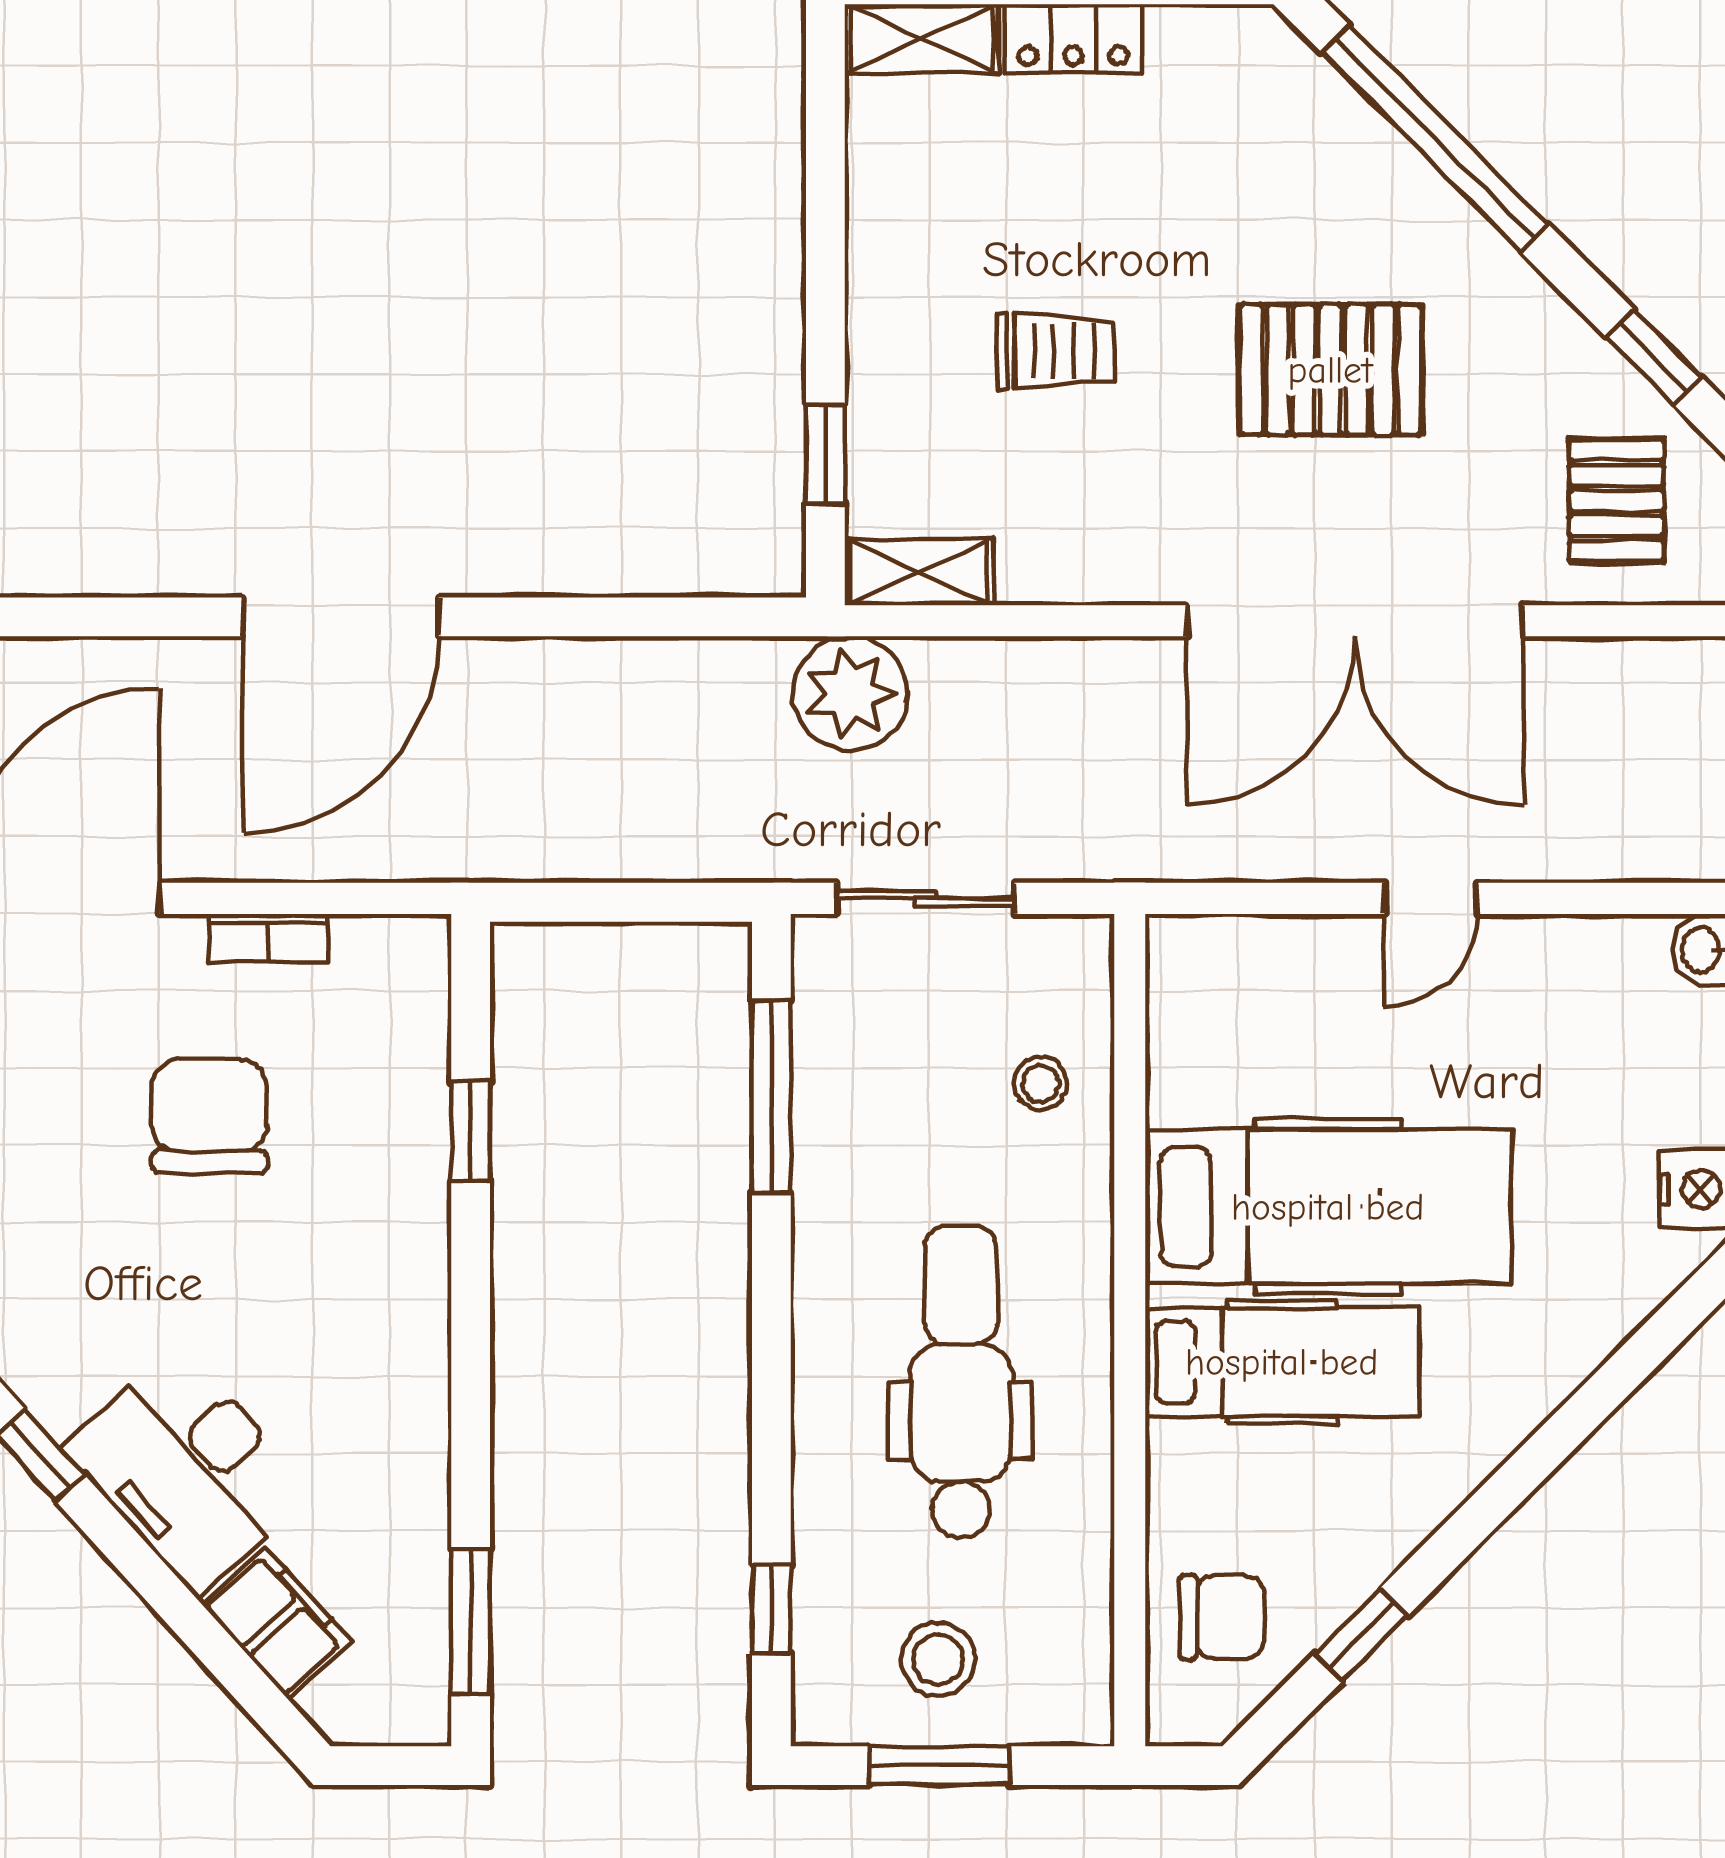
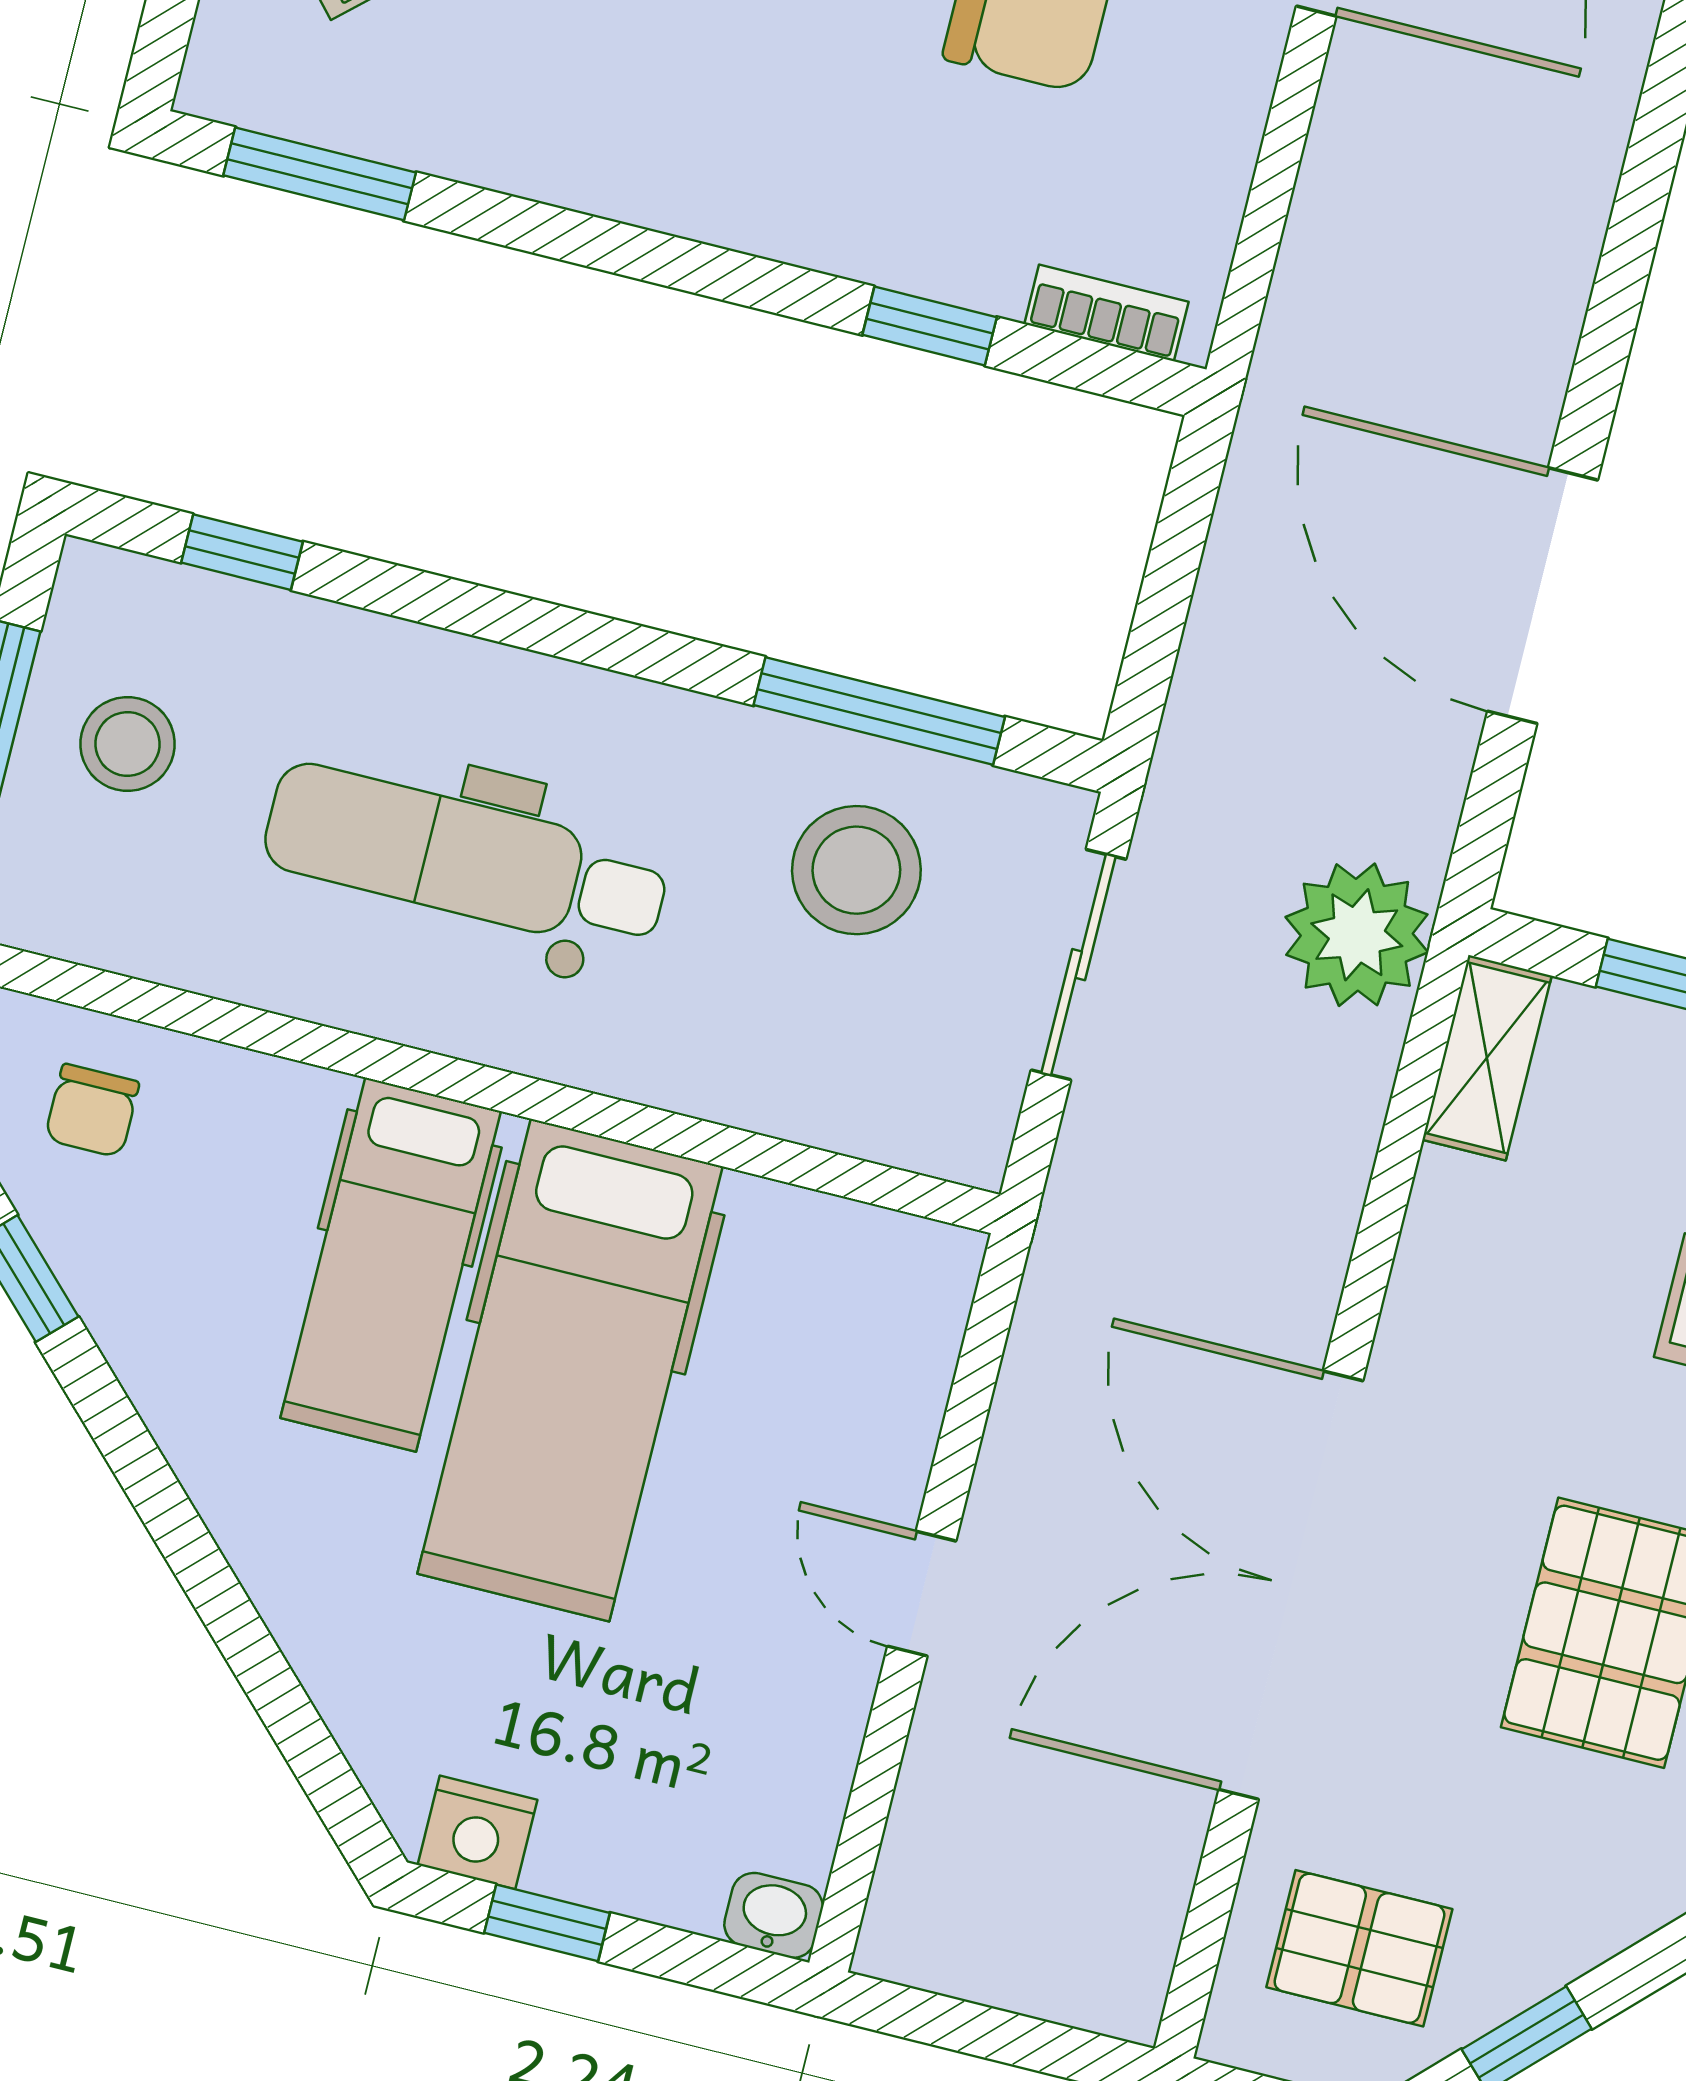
door: (341, 617) -> (1543, 596), moved
bookcase: (269, 938) -> (1106, 313), moved, turned 90
stool: (1041, 1083) -> (856, 870), moved, width x1.89, depth x1.89
dental chair: (961, 1382) -> (466, 859), turned 180
chair: (1222, 1617) -> (92, 1111), width x0.73, depth x0.73

